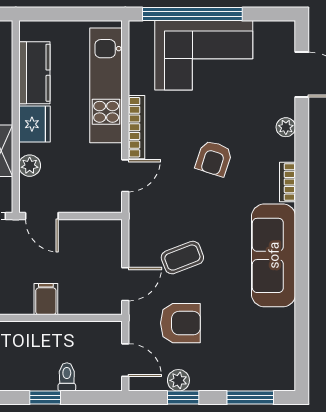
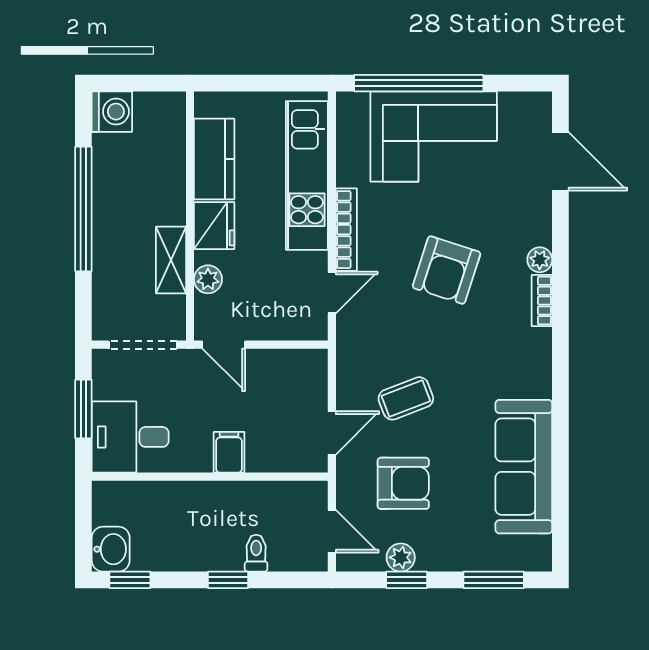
plant: (286, 127) -> (540, 260), moved
armchair: (214, 158) -> (447, 270), width x1.38, depth x1.38
sofa: (274, 255) -> (524, 467), moved

